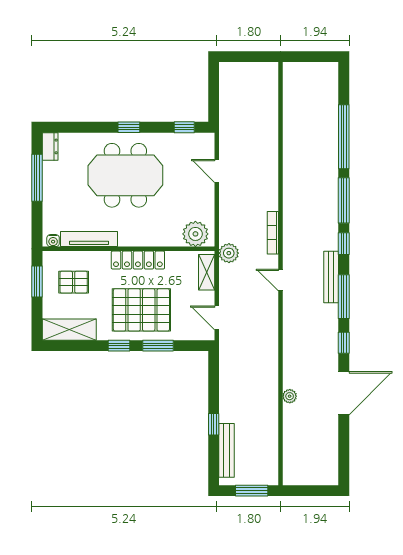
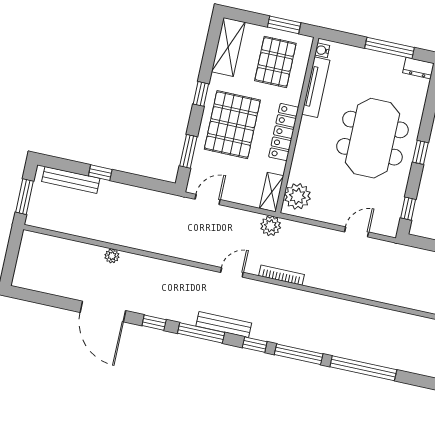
shelving: (207, 272) -> (272, 192), moved, turned 90
pallet: (74, 282) -> (275, 62), width x1.50, depth x1.42
window: (158, 346) -> (188, 151), moved

